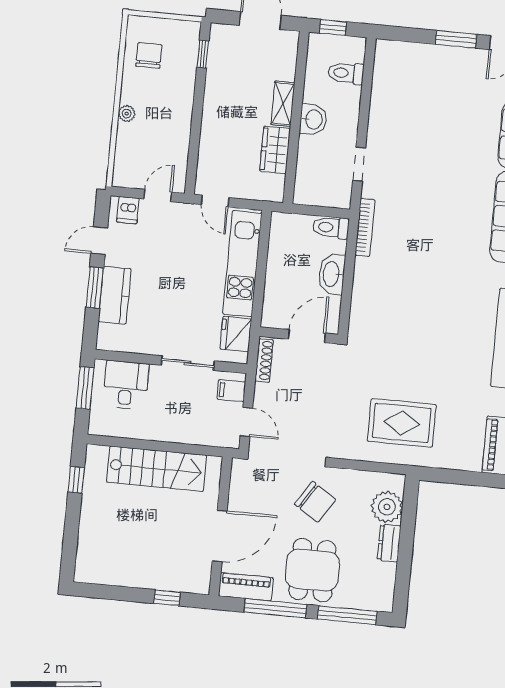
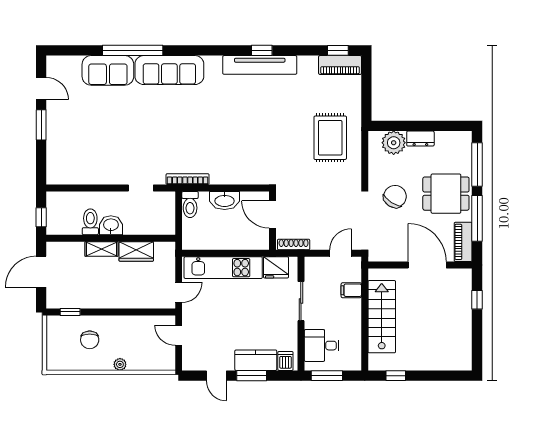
chair: (149, 55) -> (90, 340), moved, turned -90
toilet: (346, 73) -> (90, 222), moved, turned 180
dishwasher: (128, 210) -> (285, 361), moved, turned -90
filing cabinet: (231, 391) -> (351, 290), moved, turned 90

